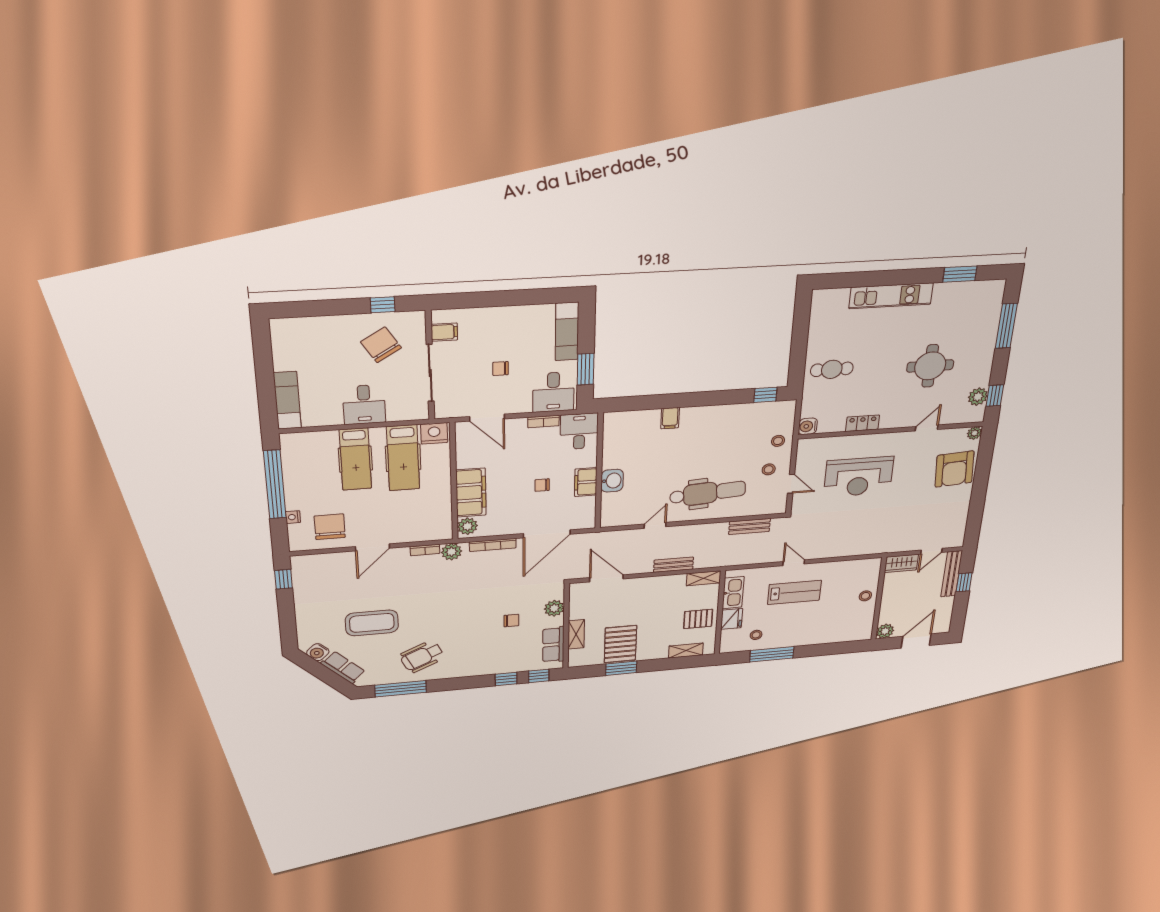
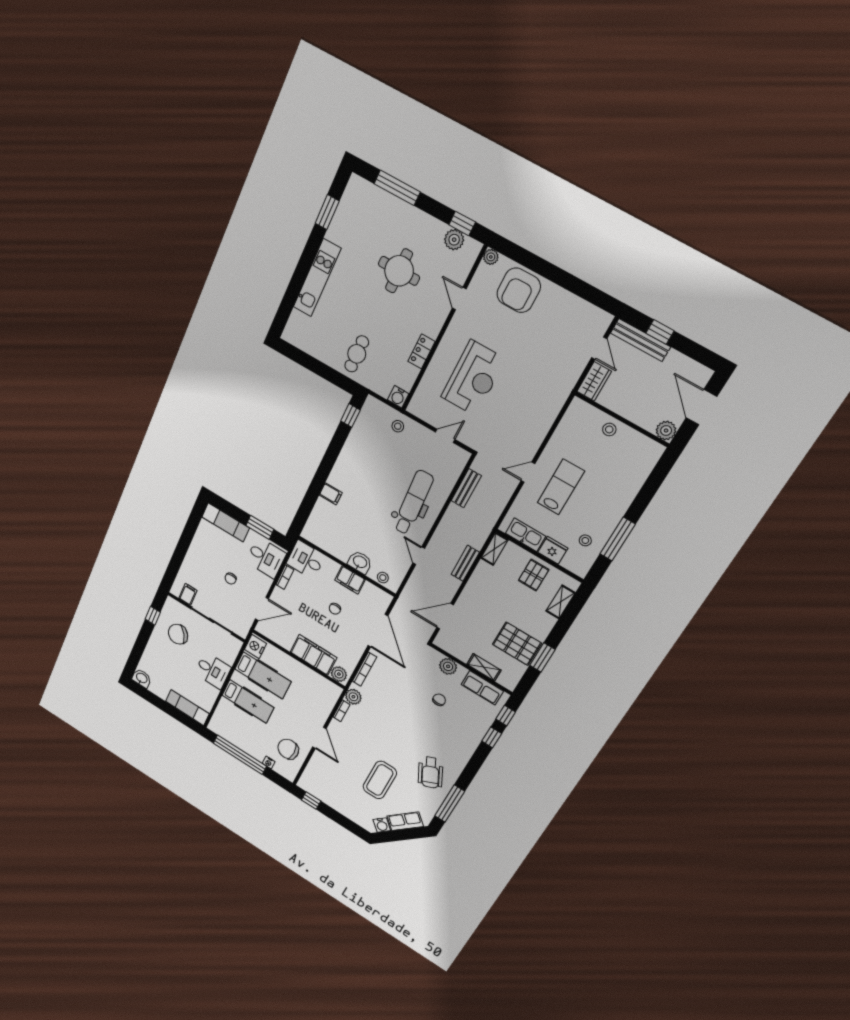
washbasin: (281, 330) -> (142, 678), added
stool: (769, 469) -> (383, 578), moved
armchair: (954, 469) -> (519, 290), turned 94

